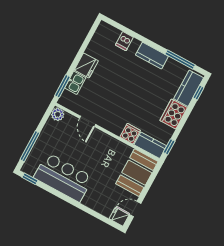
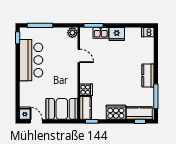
dishwasher: (124, 41) -> (148, 32), moved
door: (88, 121) -> (79, 56), swing flipped

